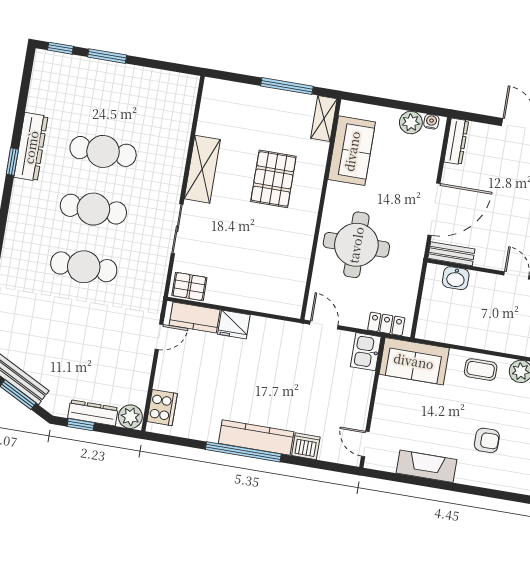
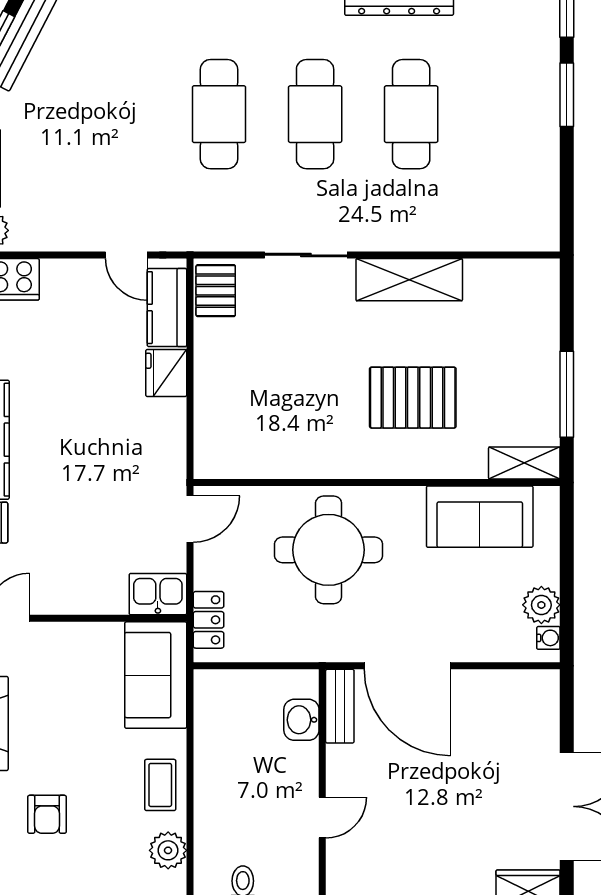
dresser: (456, 141) -> (523, 684), removed

